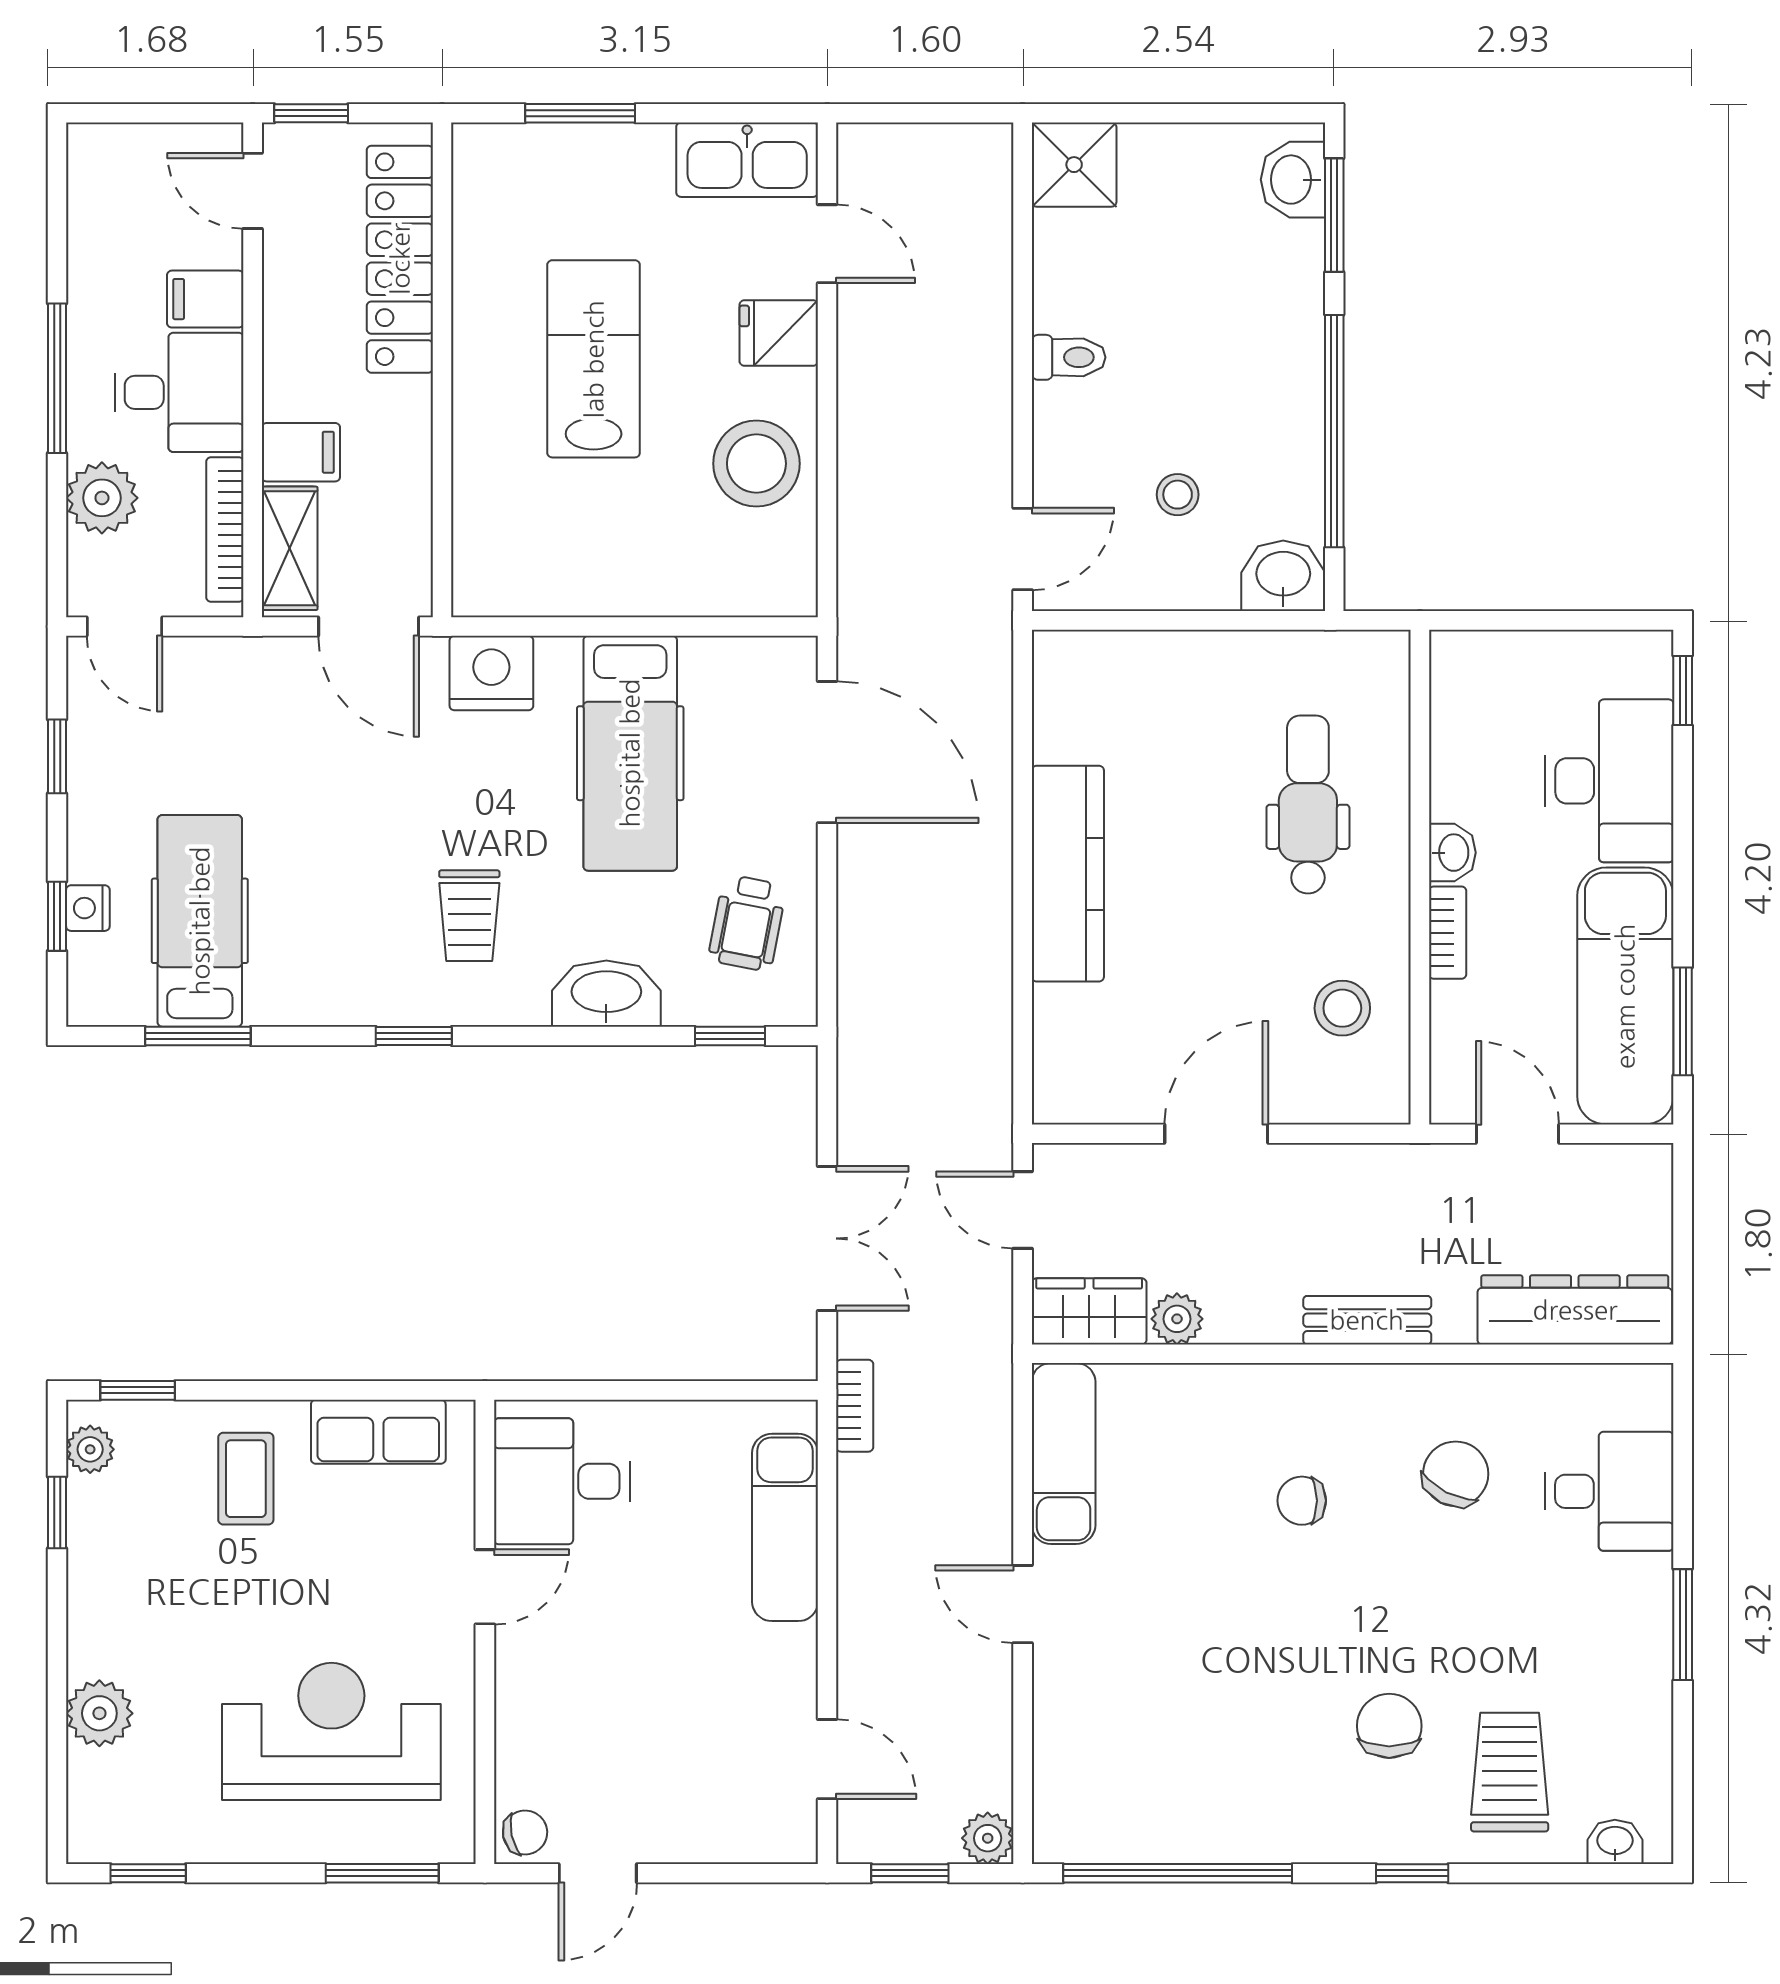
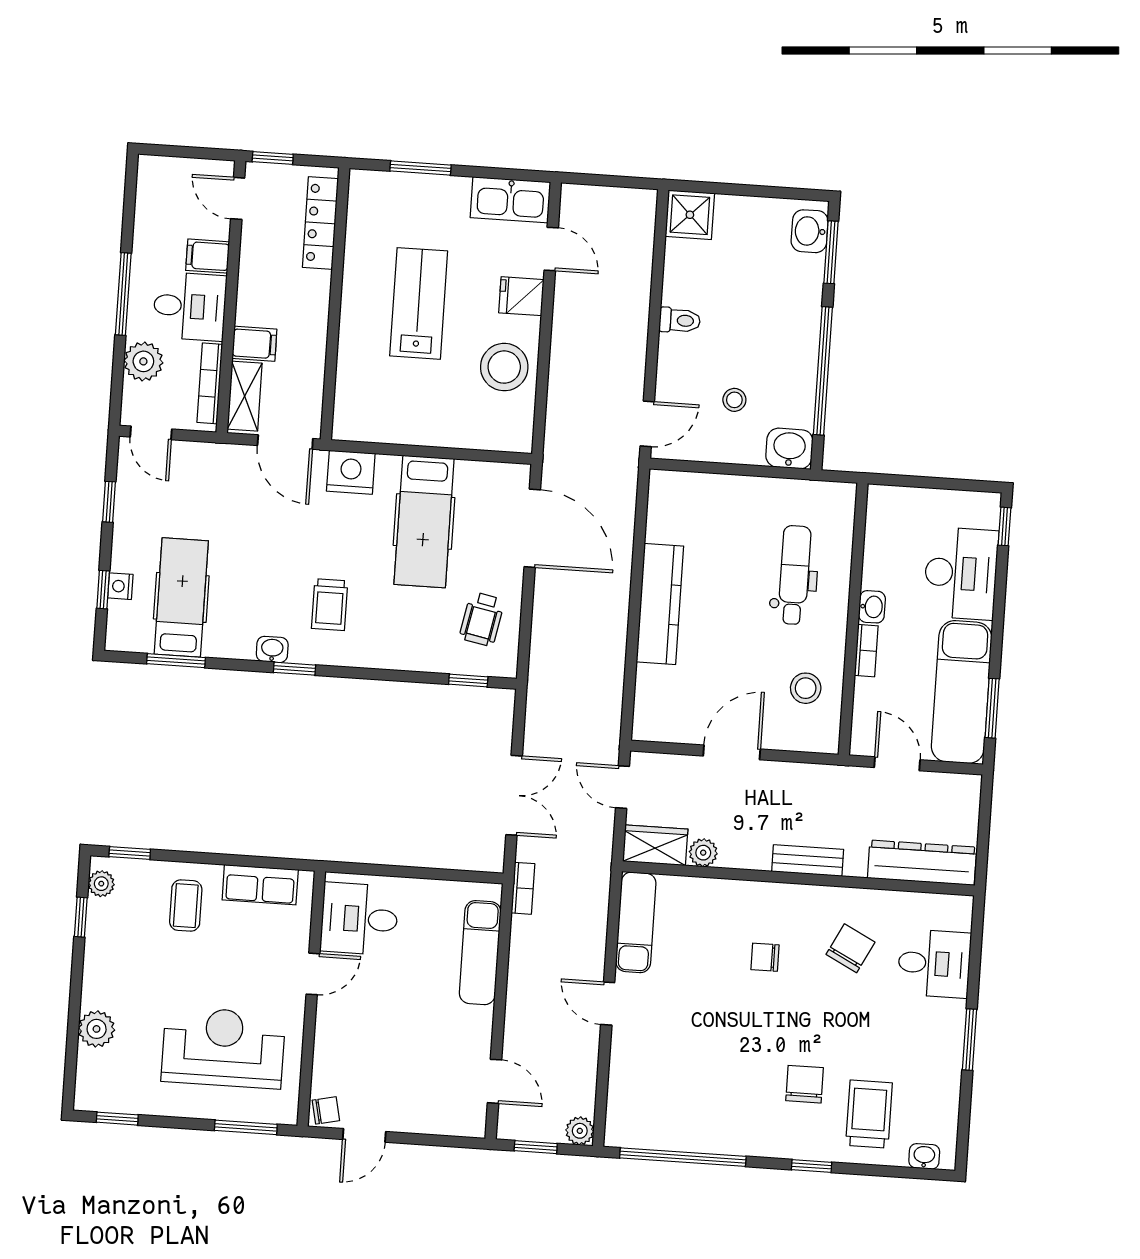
locker: (400, 259) -> (320, 223), width x0.71, depth x0.83
washbasin: (606, 994) -> (272, 649), moved, width x0.52, depth x0.69

